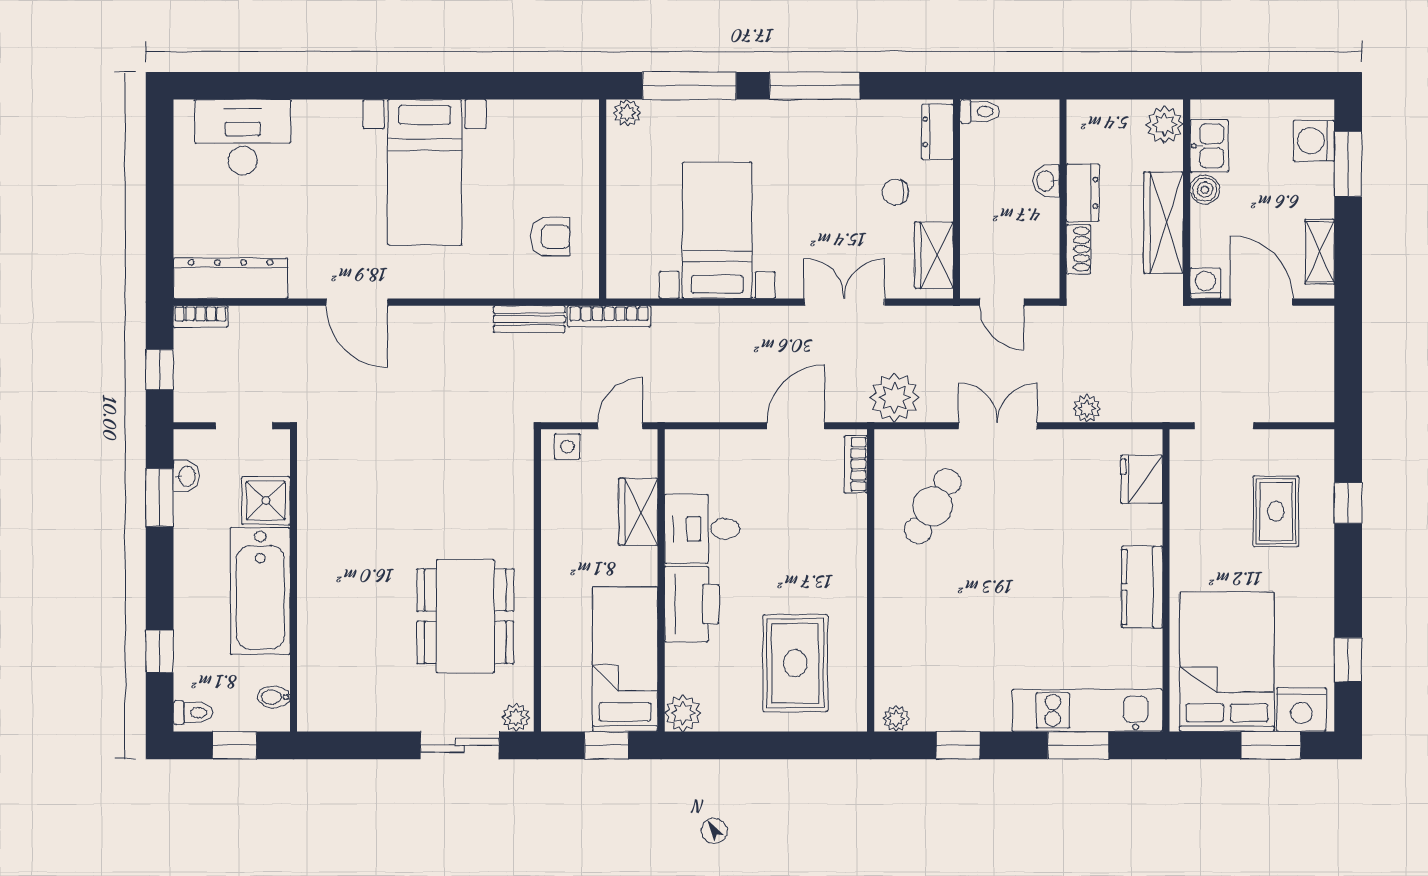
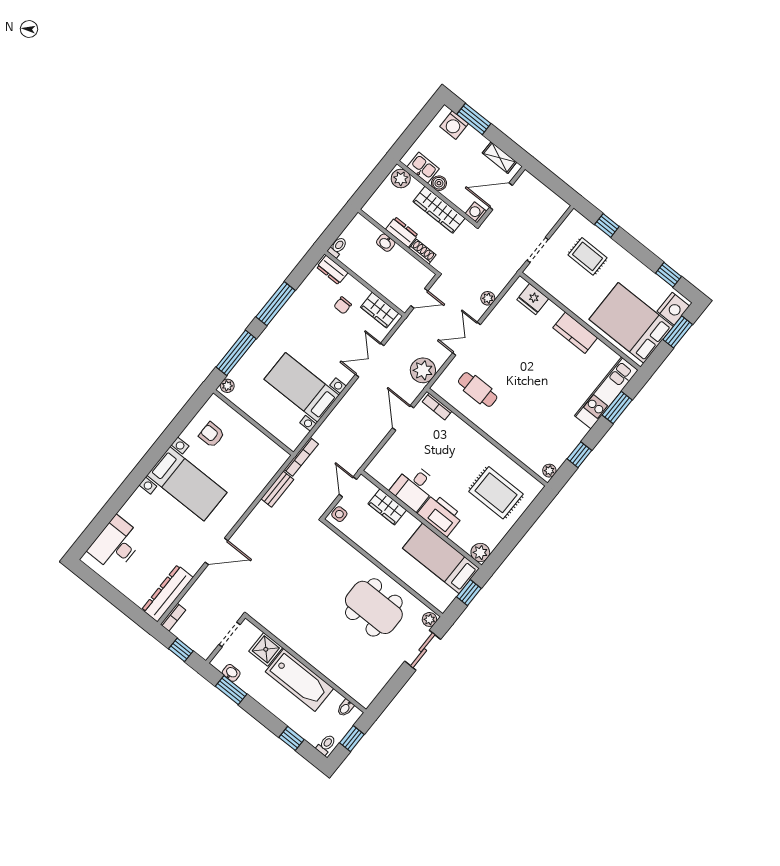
armchair: (550, 237) -> (212, 435), moved, turned -90
cafe table: (933, 506) -> (478, 390), turned -31

